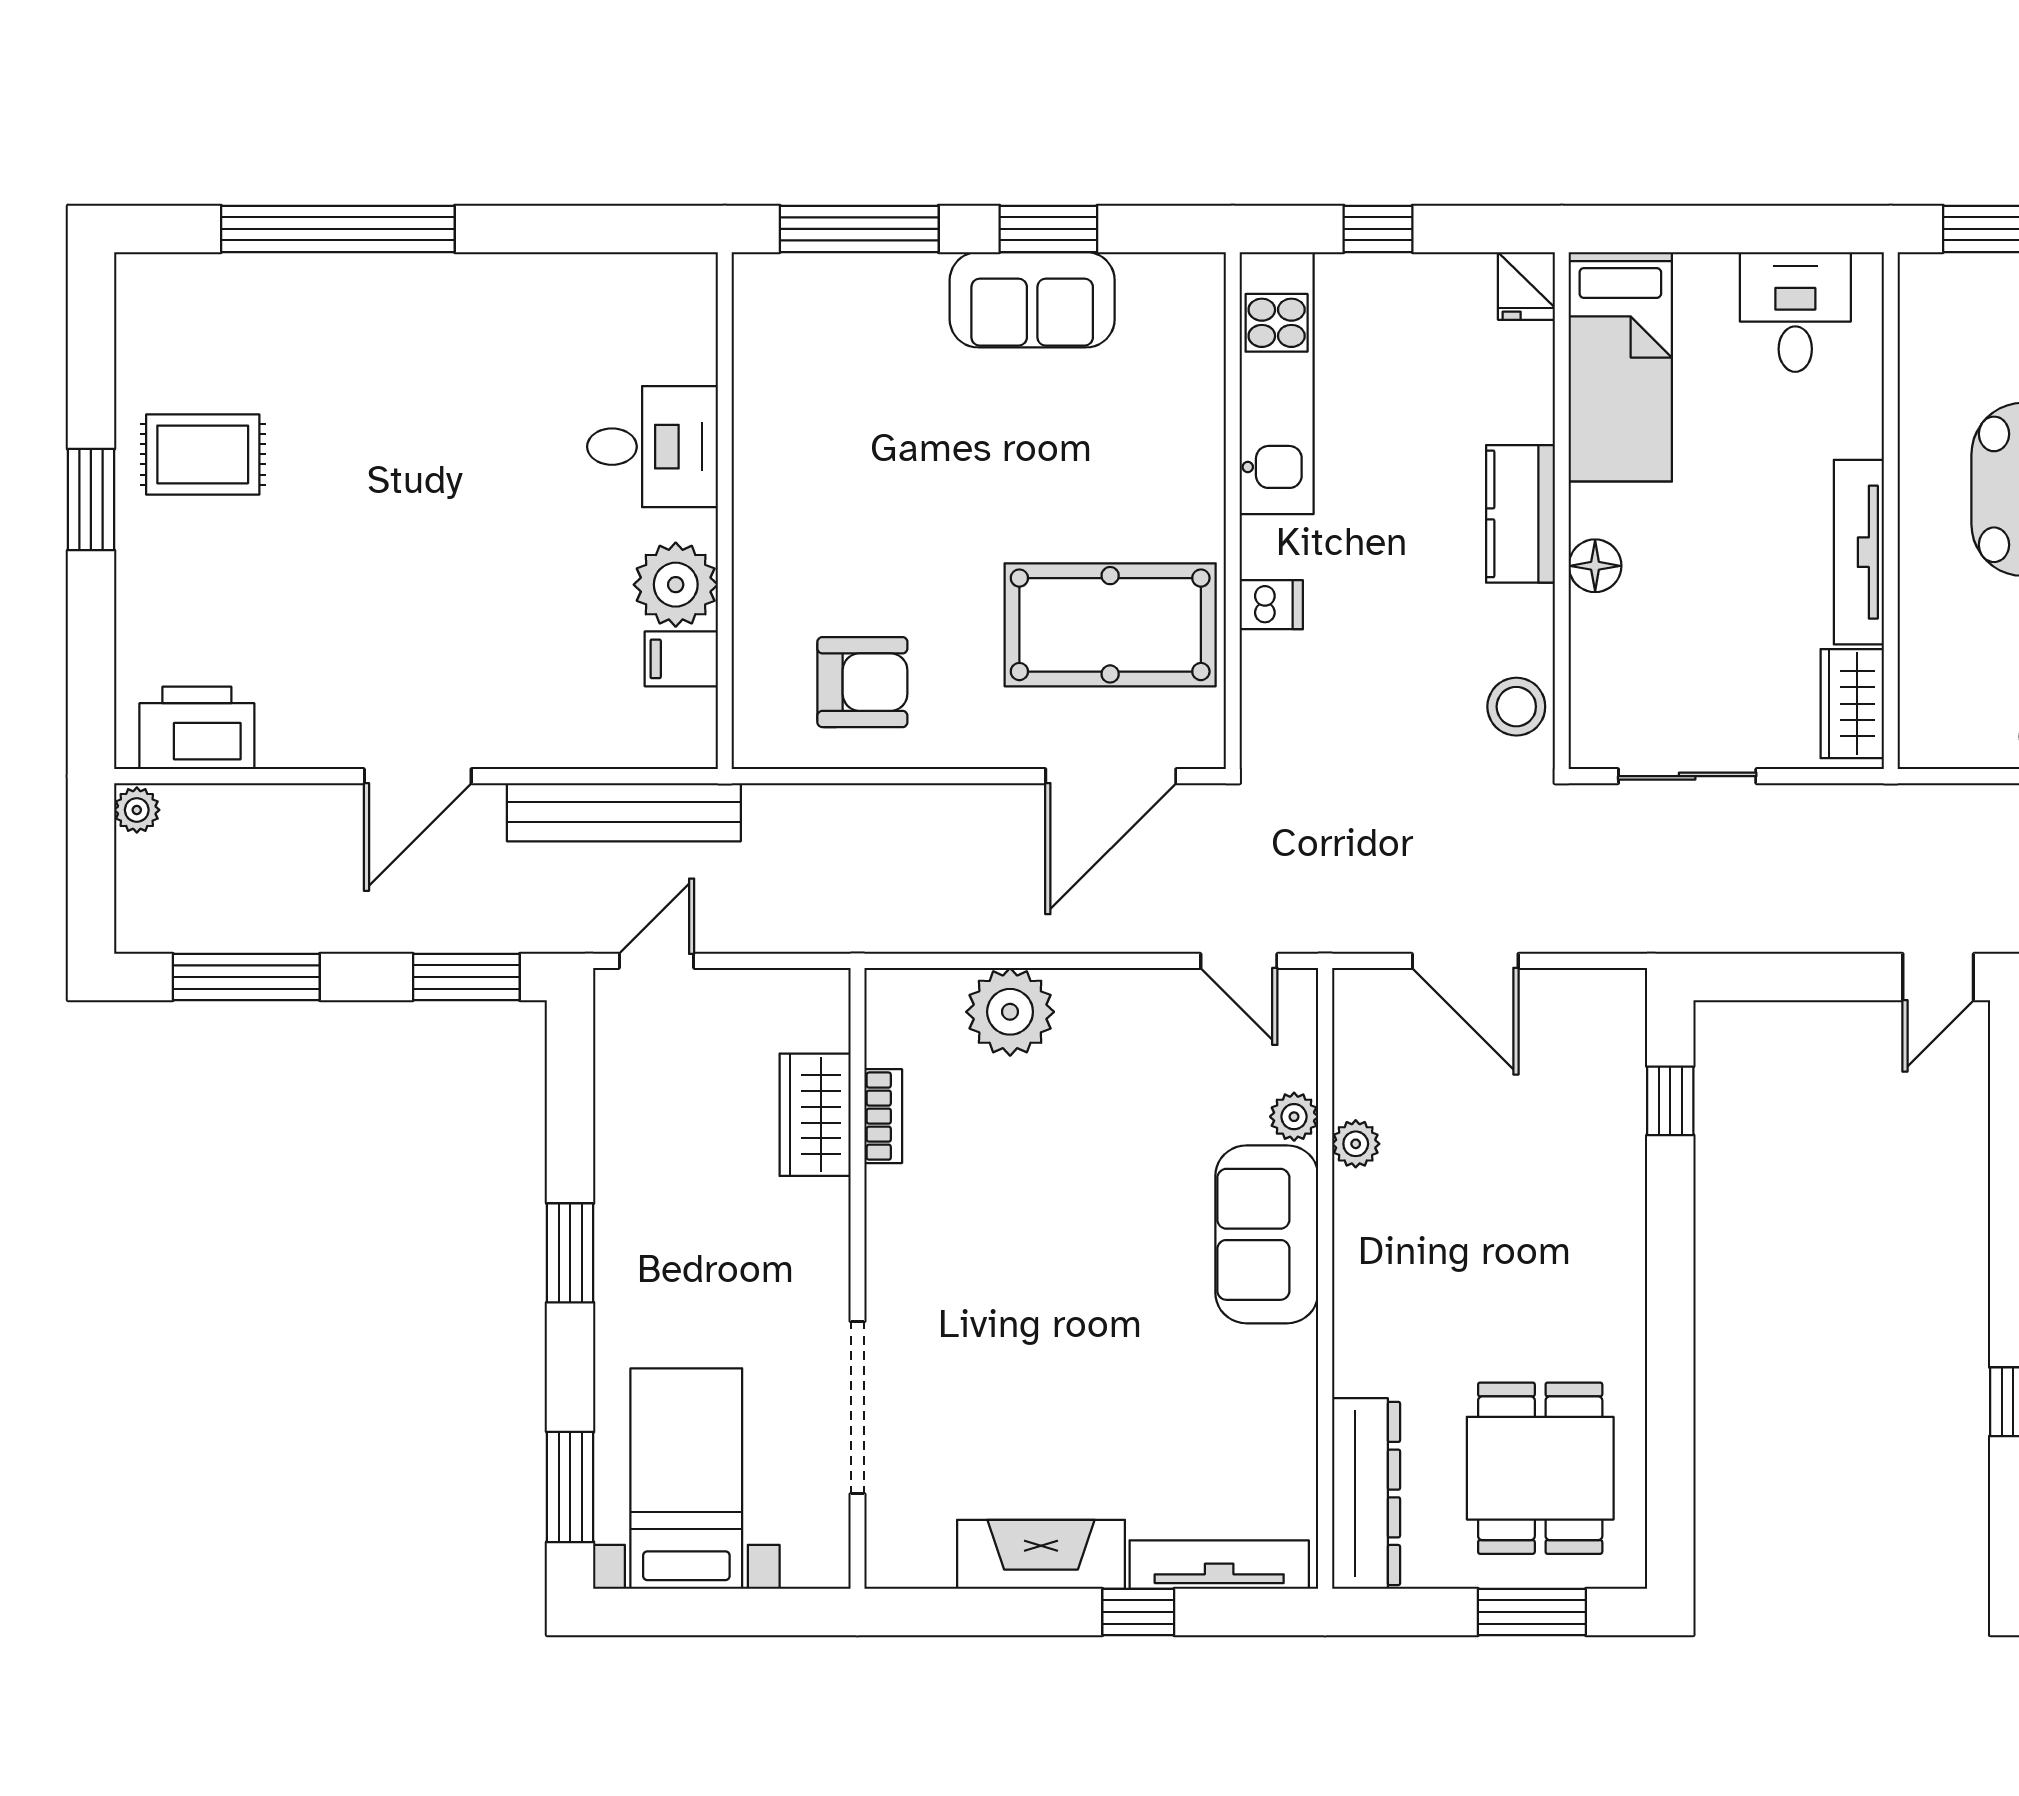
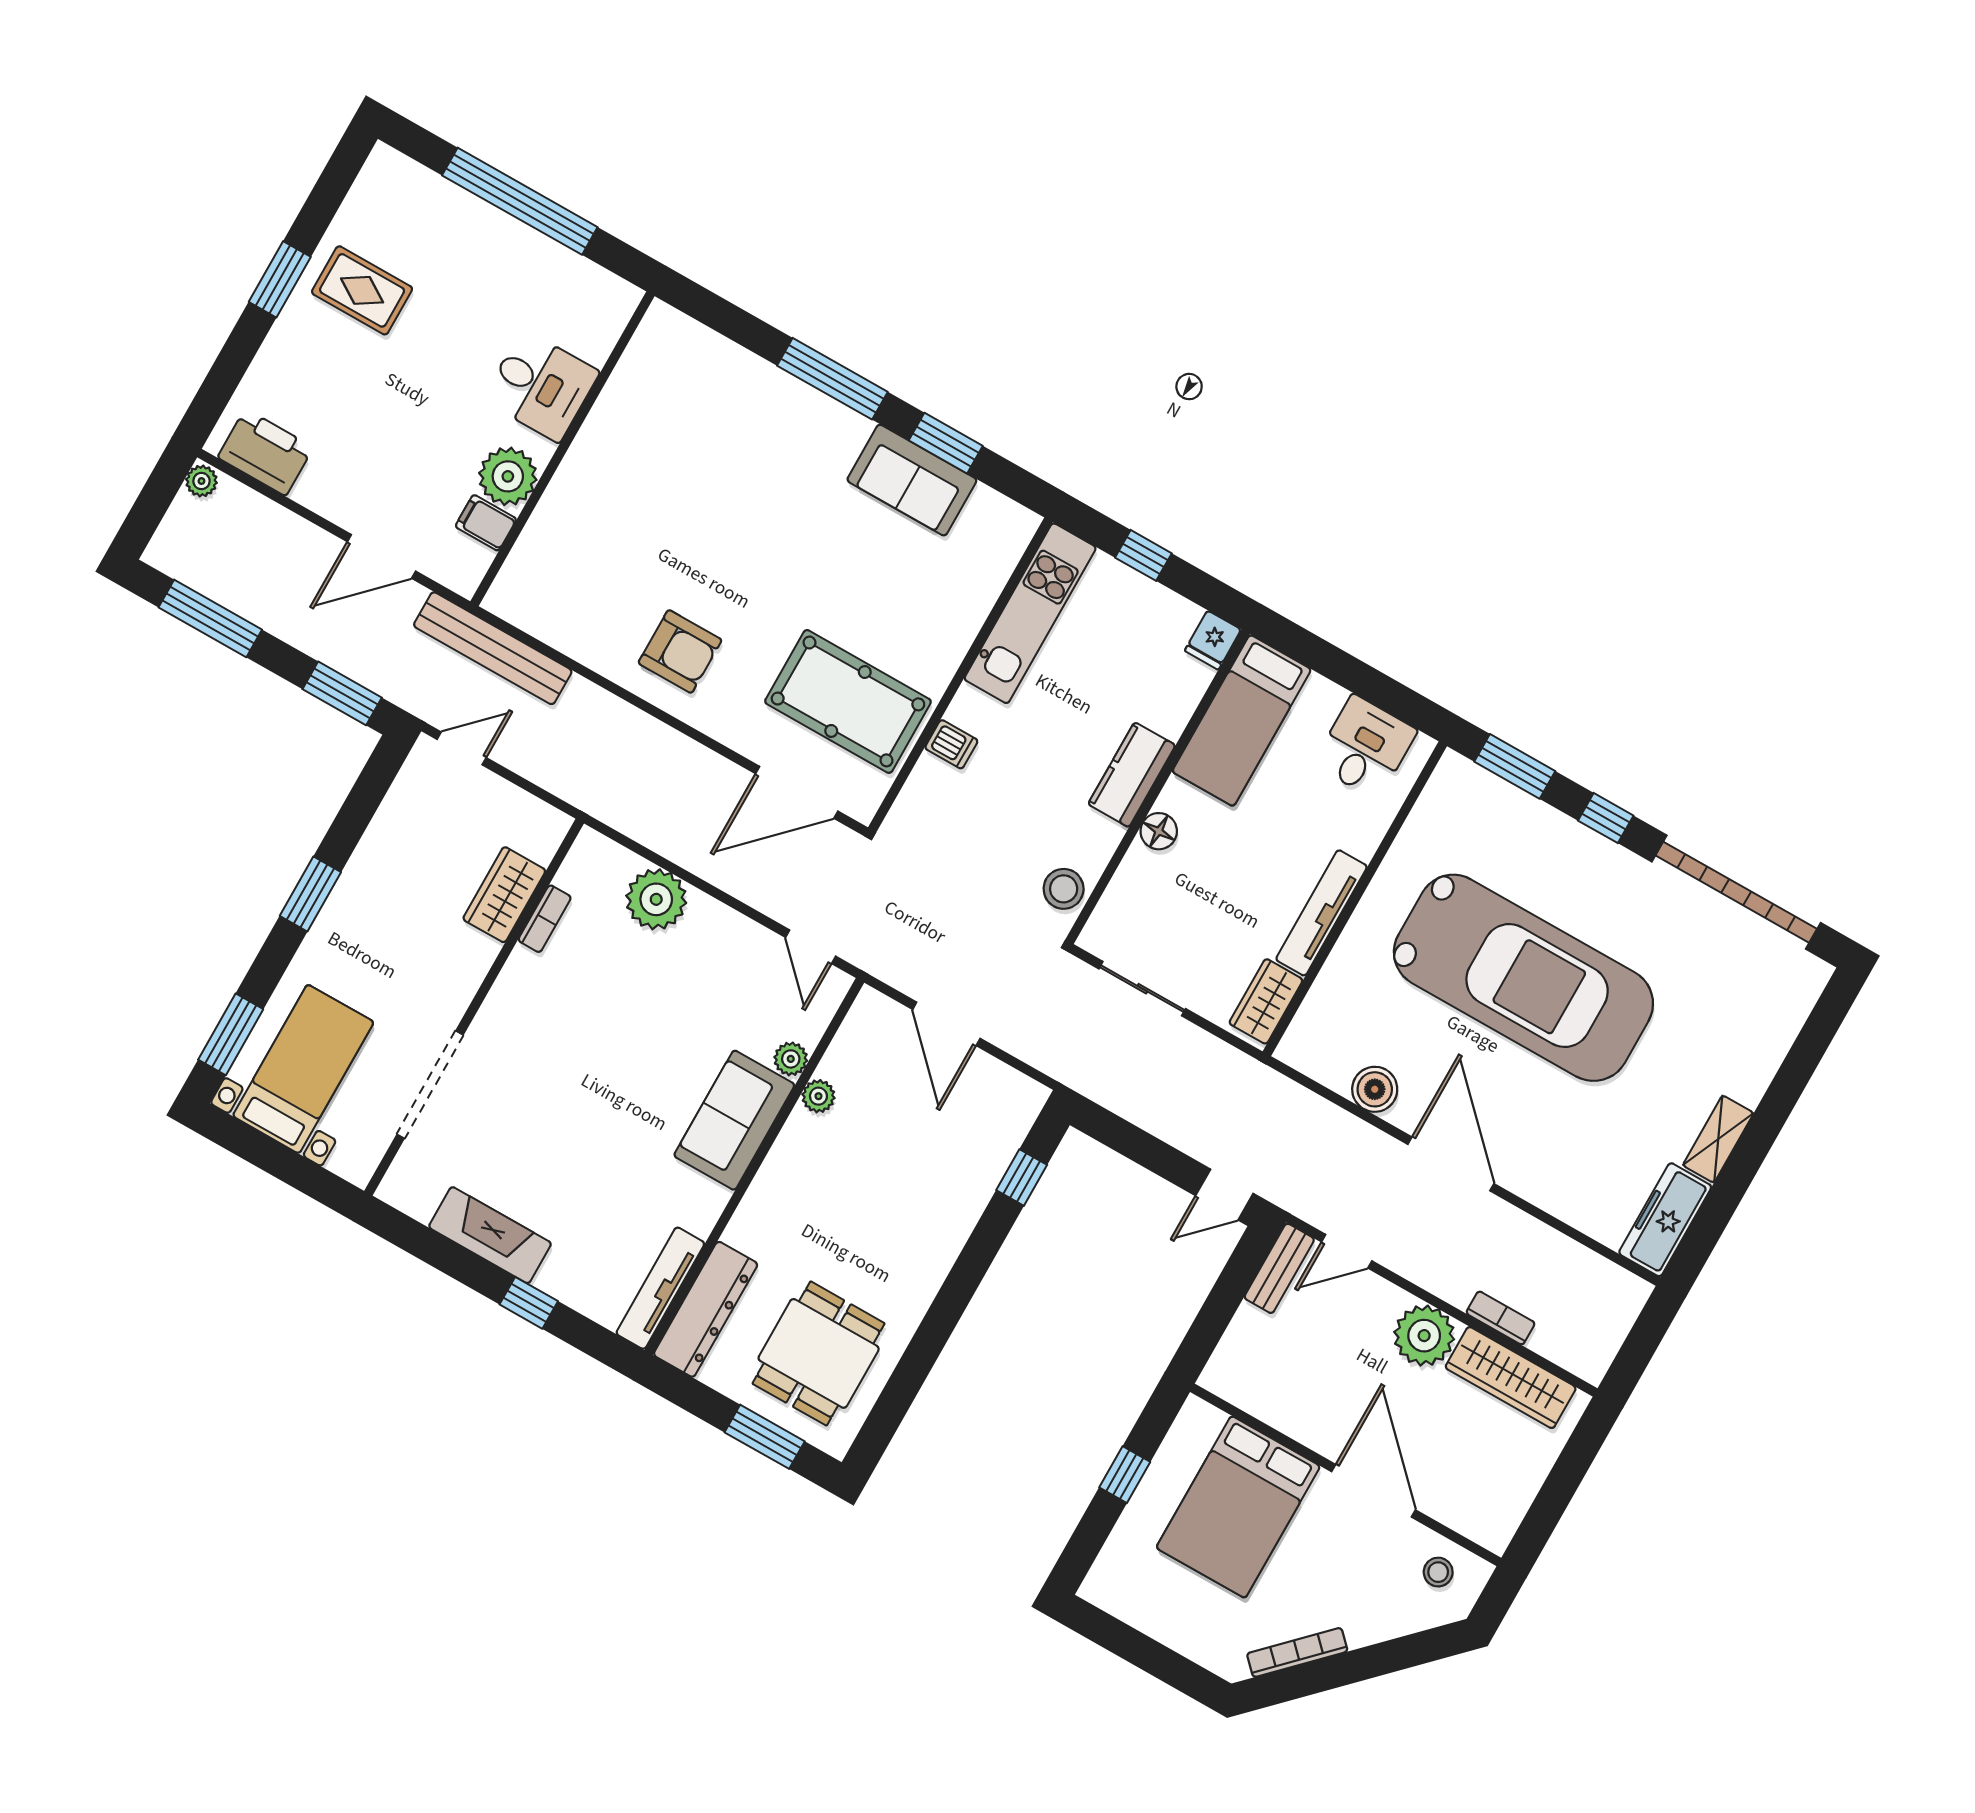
desk: (652, 447) -> (541, 386), moved
wall: (725, 511) -> (562, 449), moved
plant: (676, 585) -> (508, 476), moved
filing cabinet: (681, 659) -> (486, 523), moved
tv unit: (1219, 1565) -> (660, 1288), moved, turned -90

